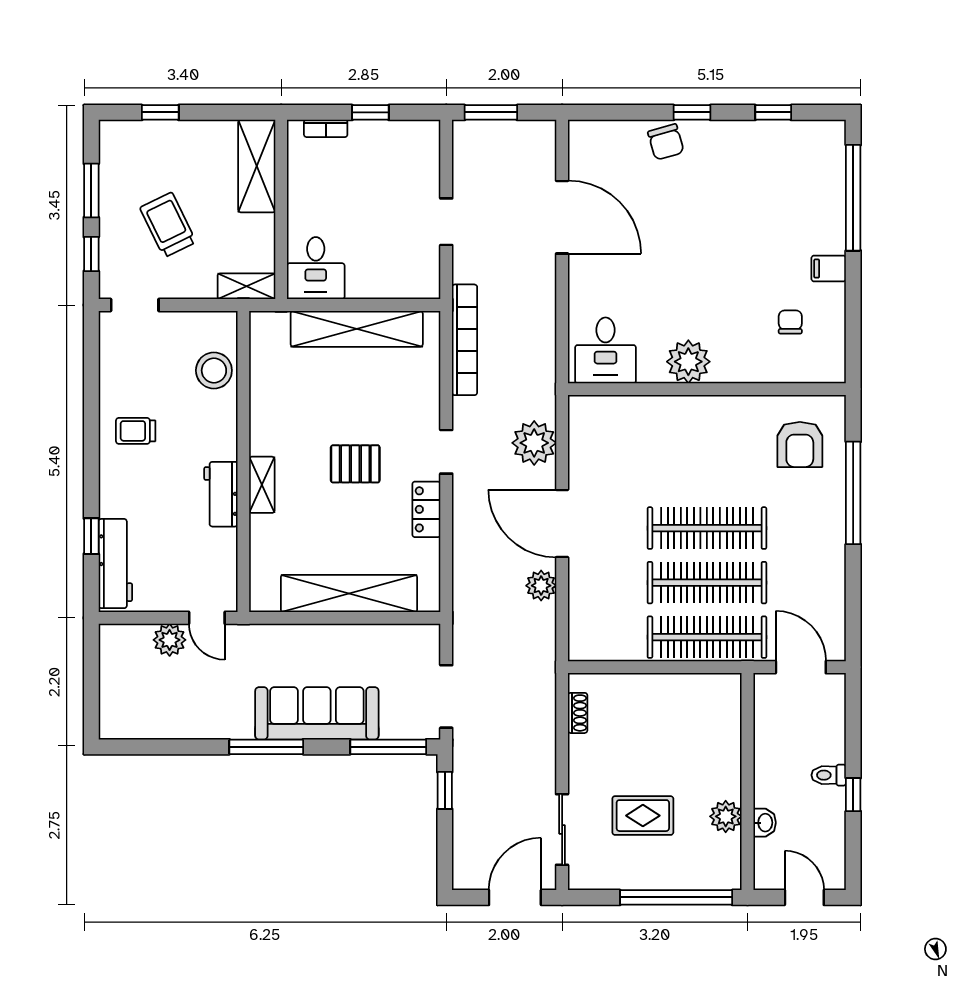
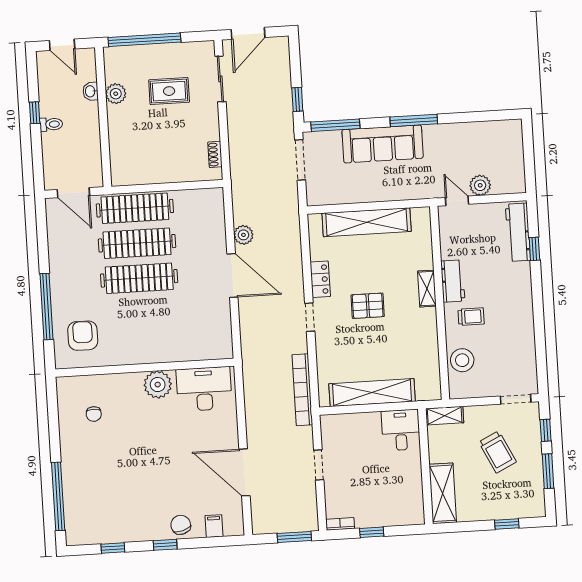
bookcase: (326, 128) -> (340, 524), moved
filing cabinet: (829, 269) -> (214, 526), moved, turned -90
desk: (605, 350) -> (204, 389), width x1.37
trolley: (136, 431) -> (471, 317), moved
plant: (534, 443) -> (254, 326), removed

